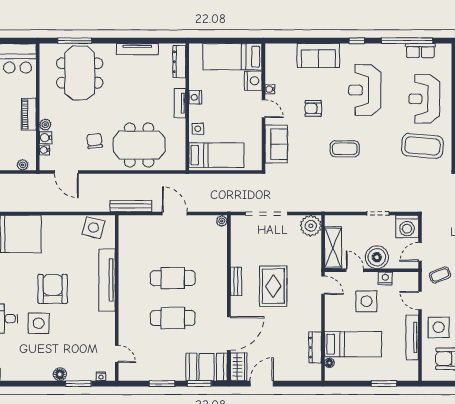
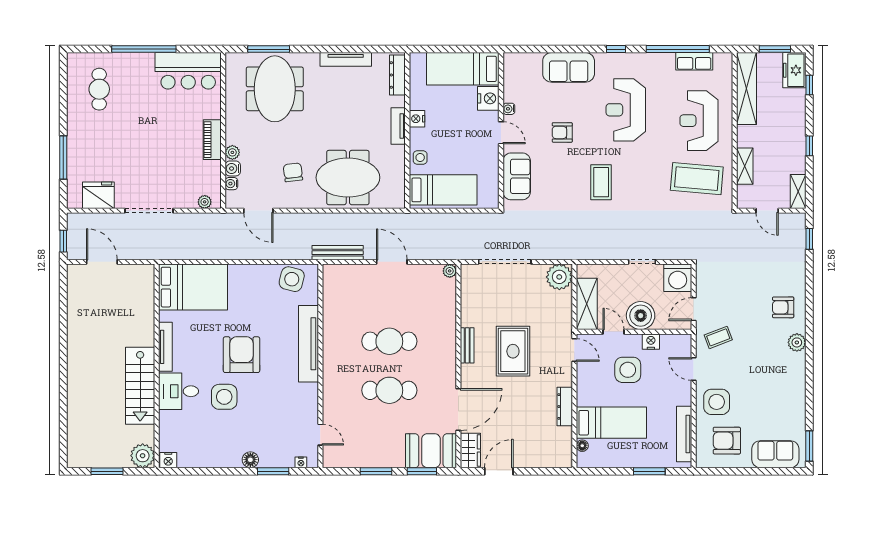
coffee table: (345, 149) -> (601, 182), turned 90
tv unit: (412, 337) -> (684, 434), moved
dresser: (315, 348) -> (565, 407), moved

